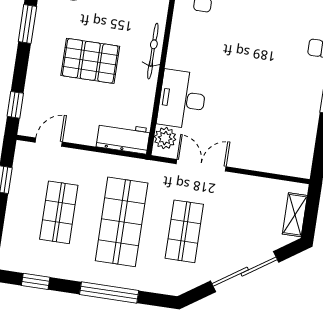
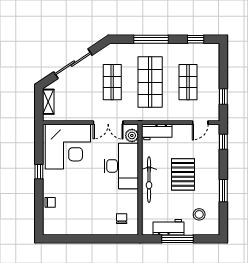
bicycle: (153, 51) -> (149, 180), width x1.37, depth x1.40
pallet: (90, 61) -> (183, 174), turned 90
desk: (182, 99) -> (121, 166), width x1.36, depth x1.30
corner desk: (274, 136) -> (68, 147), added

